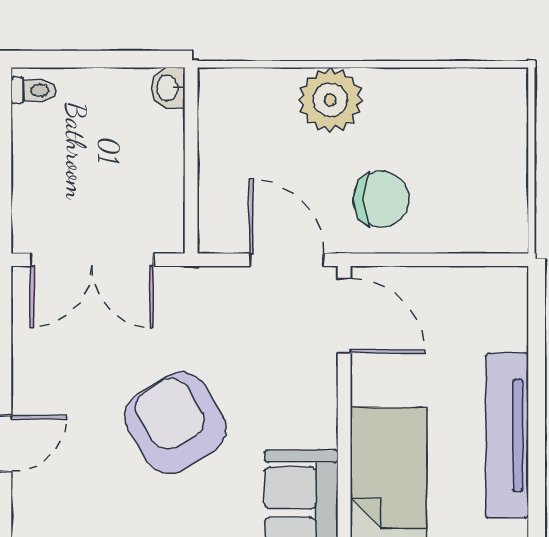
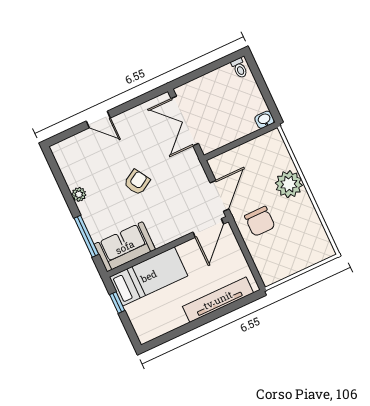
armchair: (175, 423) -> (137, 182), width x0.53, depth x0.53
tv unit: (507, 435) -> (218, 300), moved

